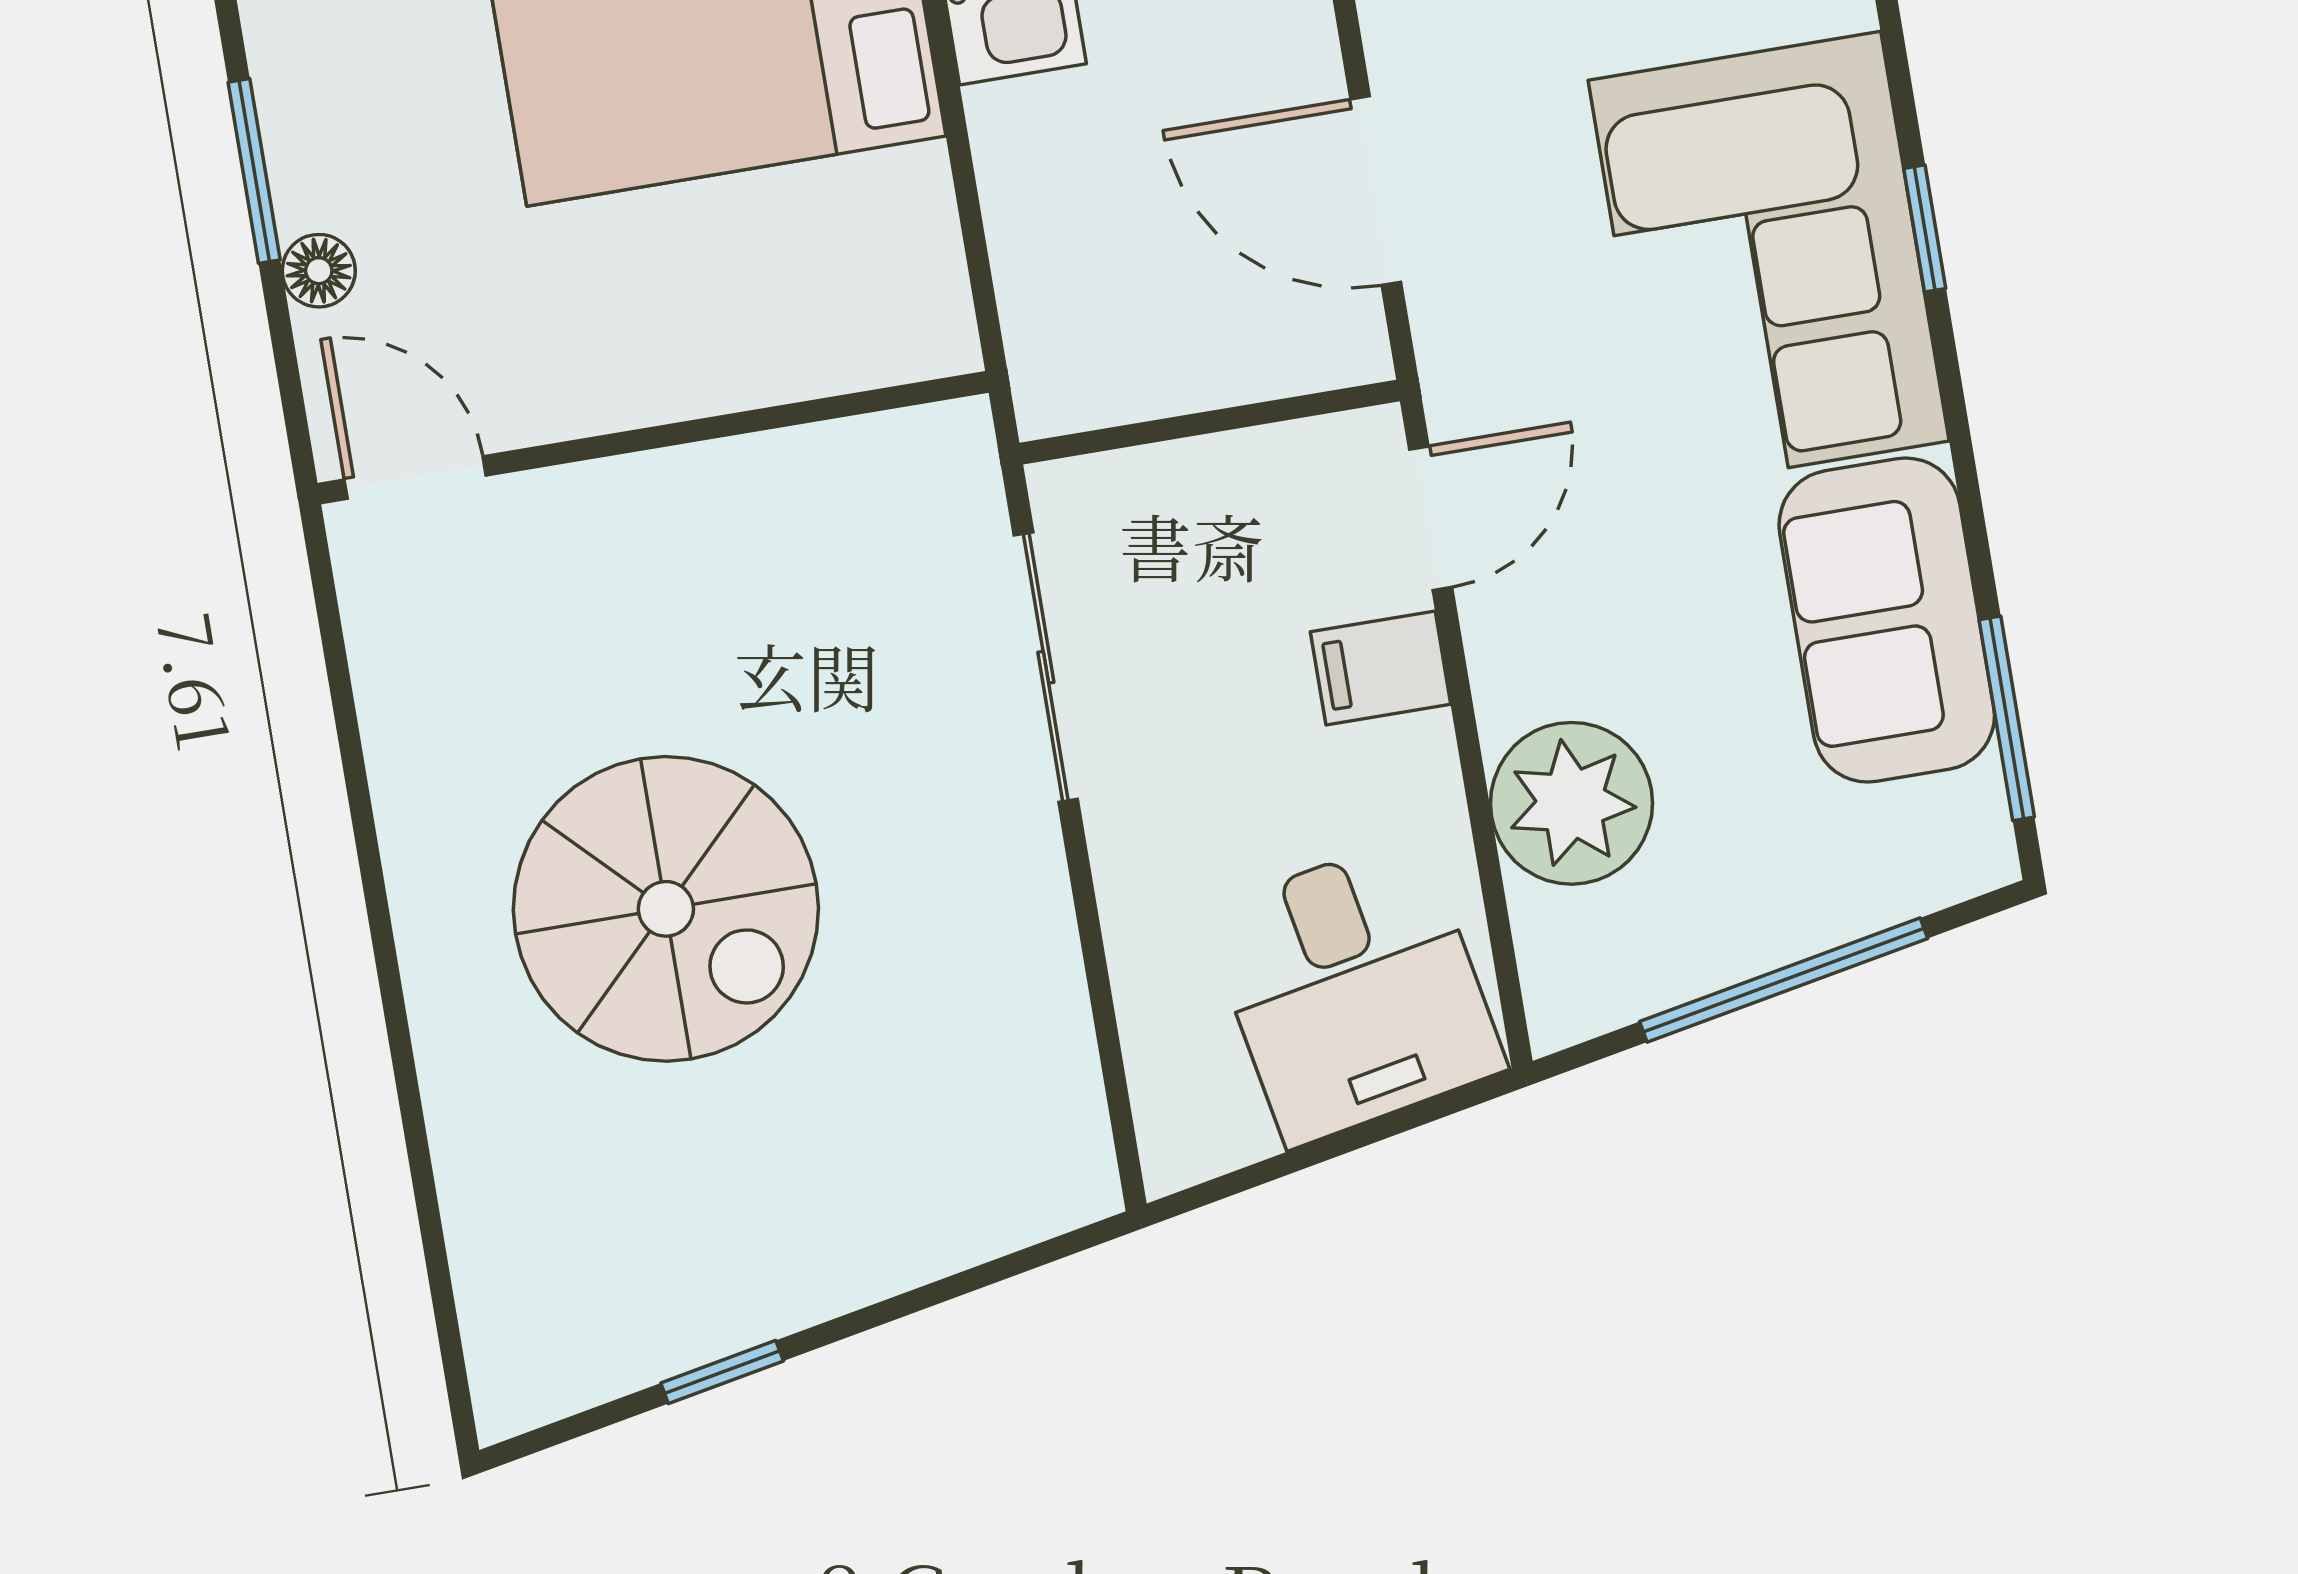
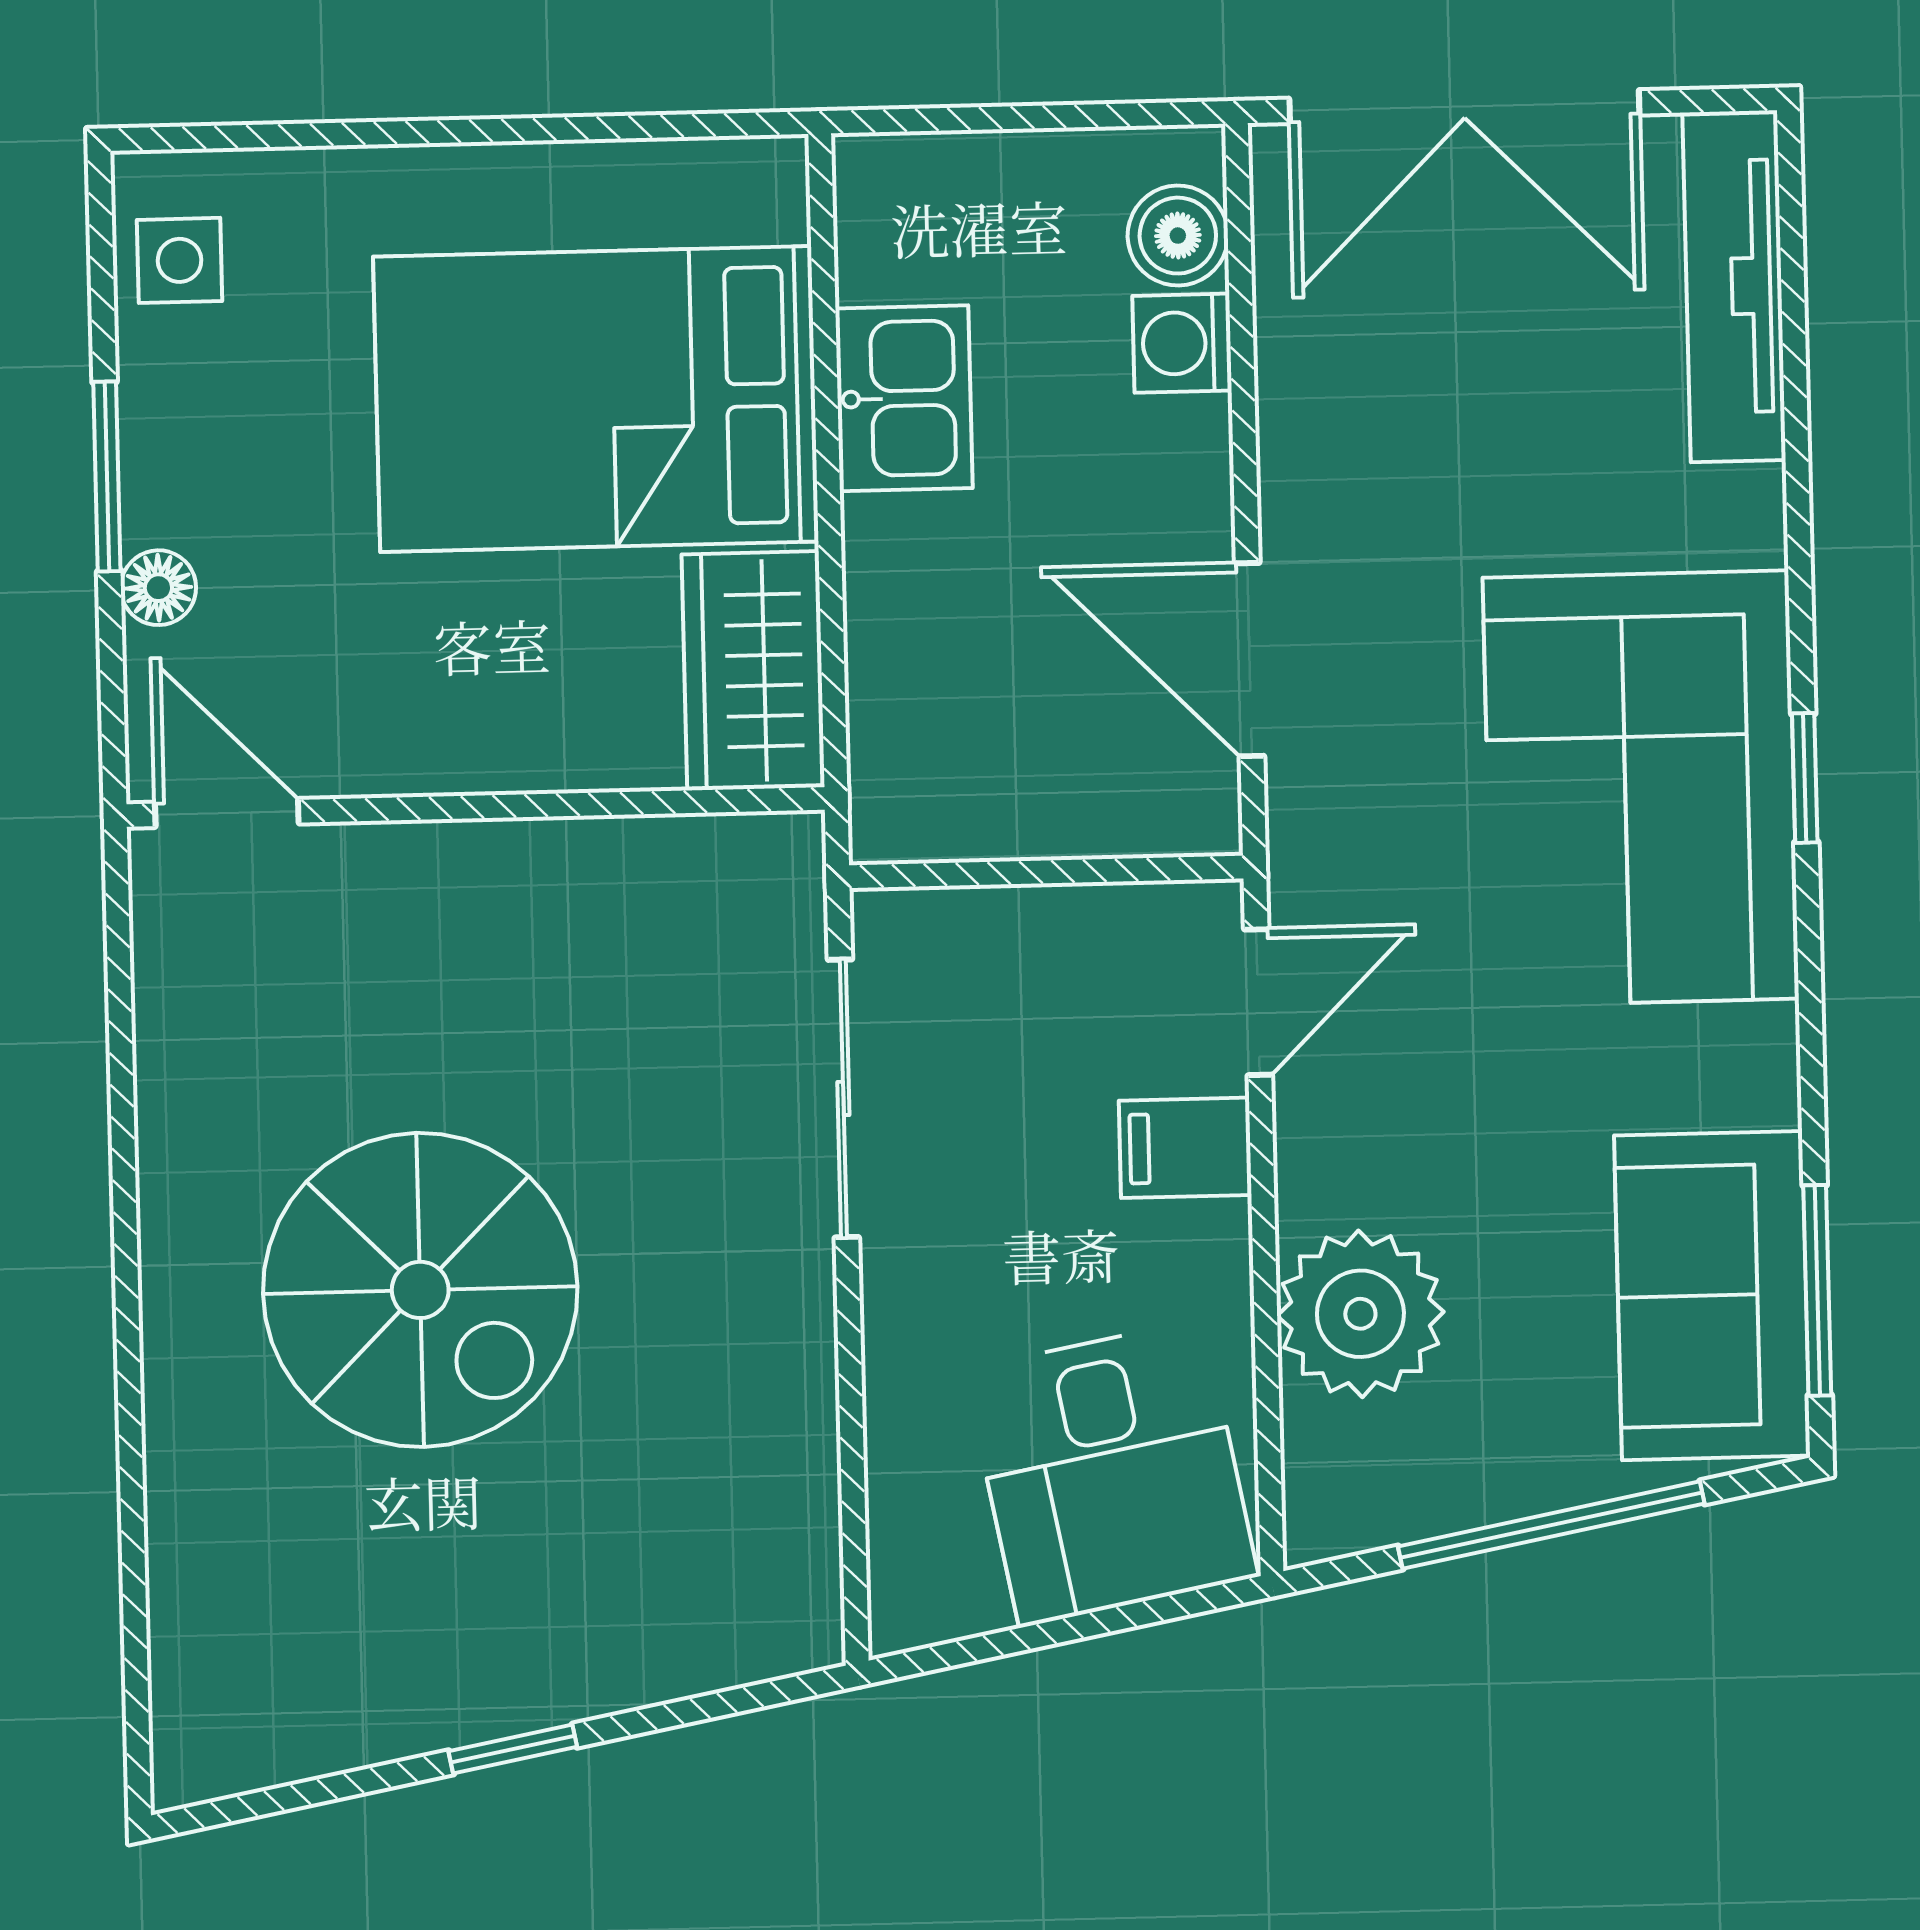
wardrobe: (901, 269) -> (753, 671), added
sofa: (1887, 620) -> (1712, 1296), moved
window: (722, 1372) -> (513, 1749), moved

